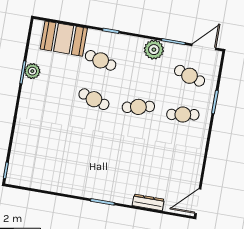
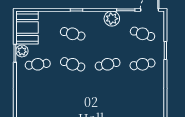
booth: (64, 39) -> (27, 28), moved, turned 90
cafe table: (49, 92) -> (38, 64), added

